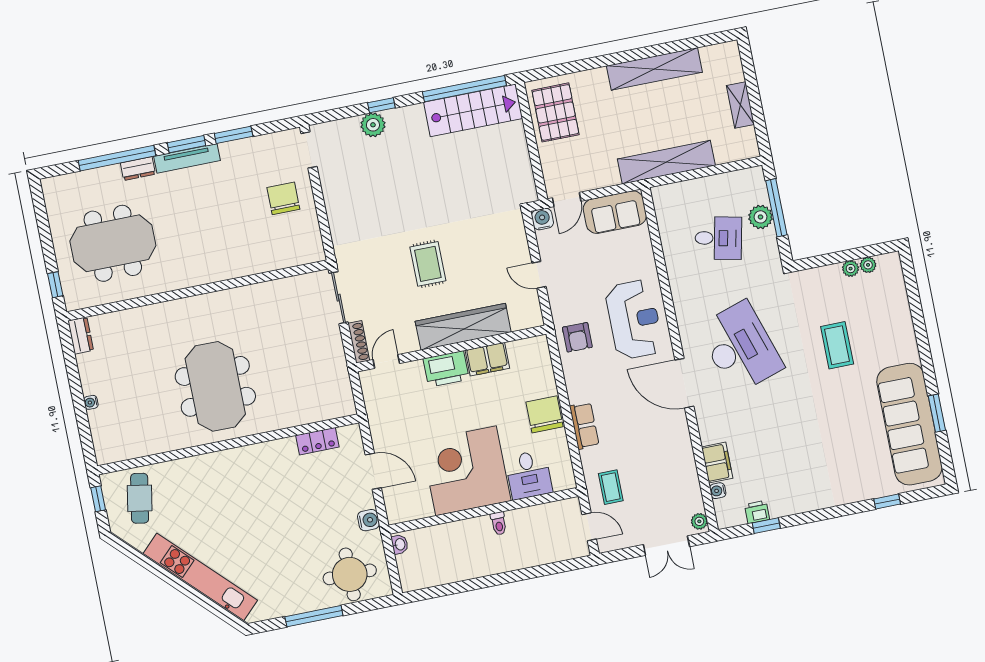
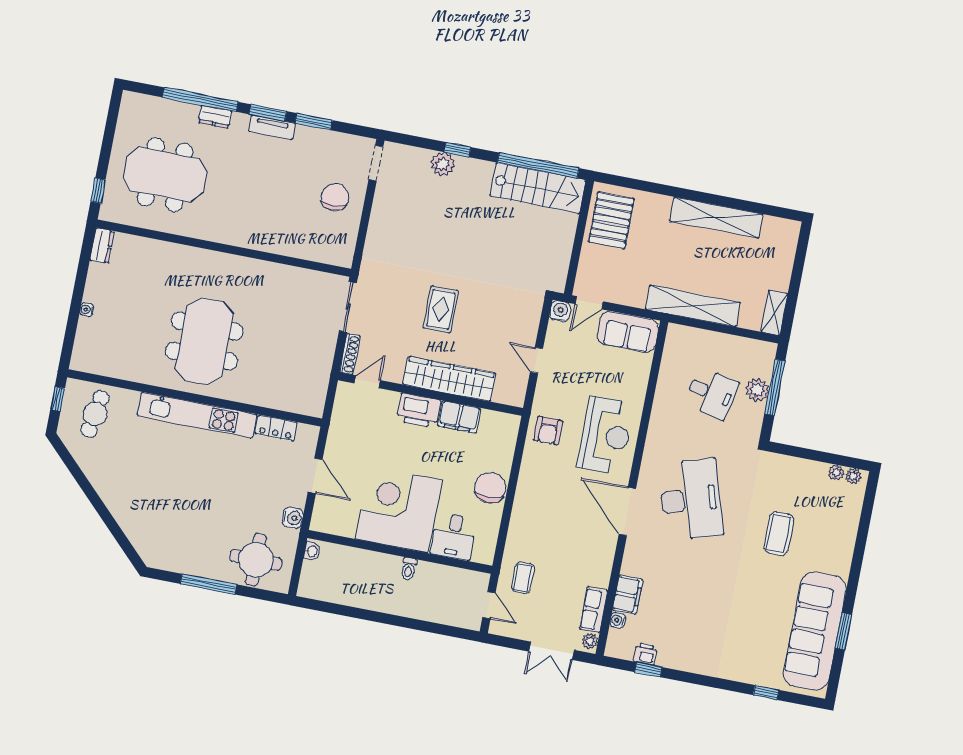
shelving: (740, 105) -> (774, 313), moved
tv unit: (187, 158) -> (272, 127), width x0.71
plant: (851, 269) -> (853, 476), moved
row of seats: (584, 426) -> (593, 610), moved, turned 180
kitchen unit: (200, 577) -> (197, 415), moved, turned 135

